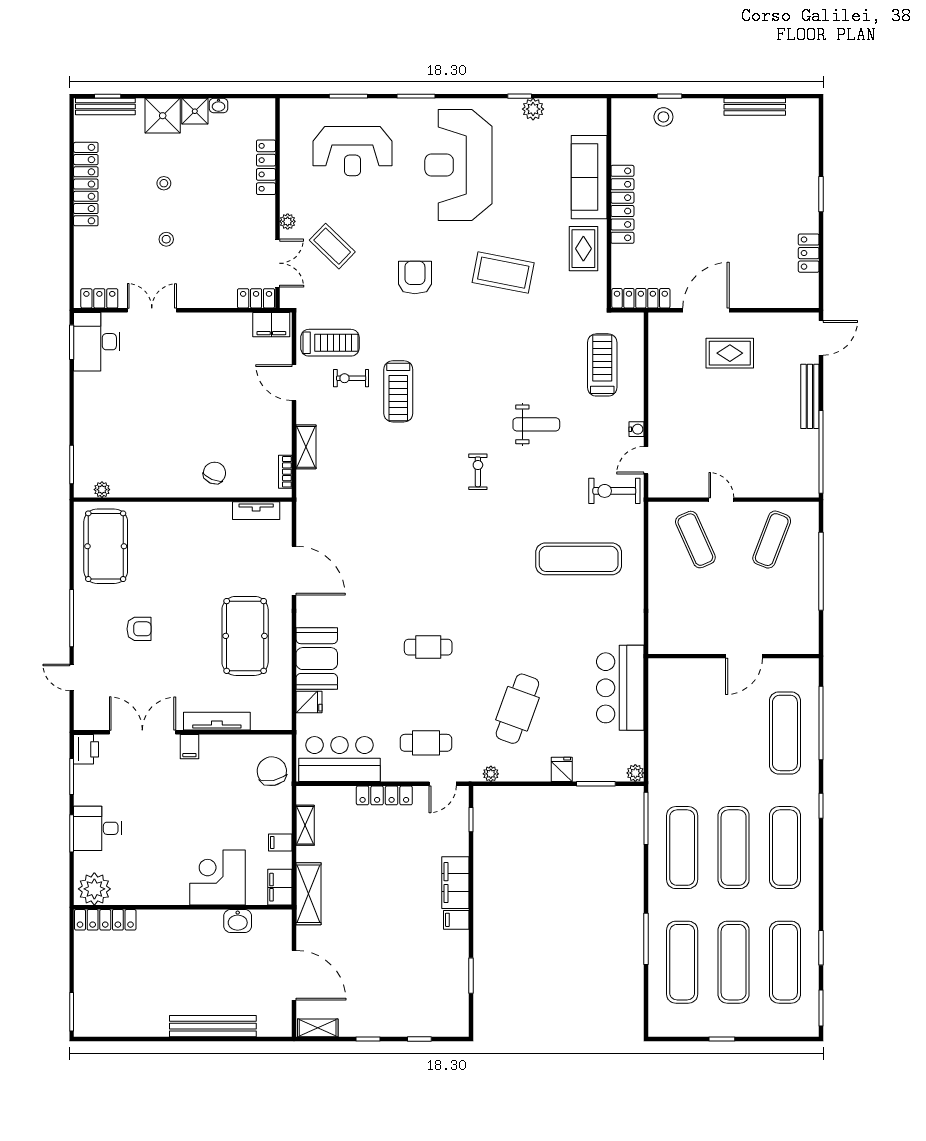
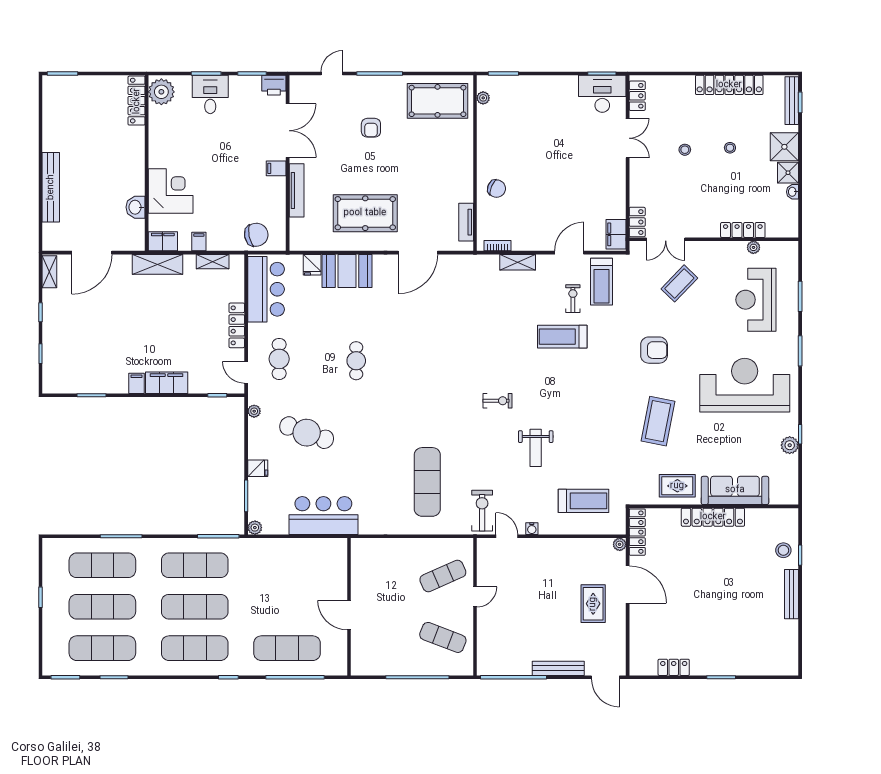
bench: (755, 107) -> (792, 594), moved
plant: (288, 221) -> (753, 247), moved
plant: (656, 320) -> (620, 544), added

